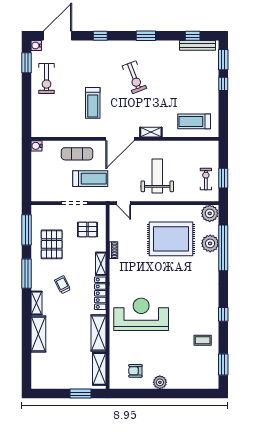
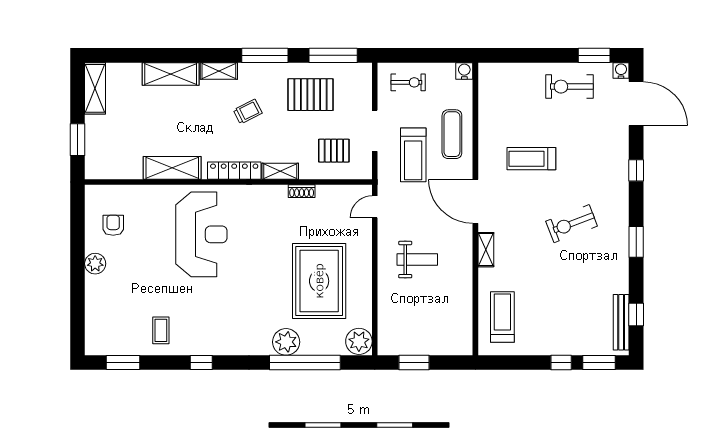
weight bench: (157, 176) -> (417, 260), width x0.73, depth x0.75
exercise bike: (206, 179) -> (408, 82), moved
pallet: (87, 229) -> (334, 151), turned 90
plant: (210, 243) -> (286, 342), moved
shelving: (99, 369) -> (95, 88), moved, turned 90

